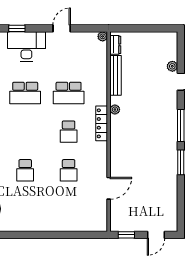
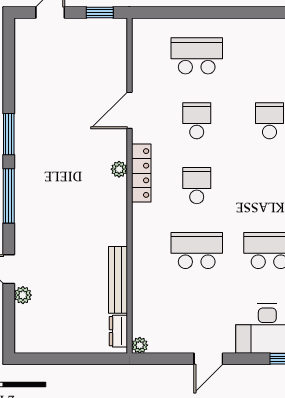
plant: (115, 109) -> (119, 169), moved
locker: (102, 123) -> (141, 173), moved
door: (109, 188) -> (129, 110), moved
school desk: (69, 209) -> (197, 56), added

